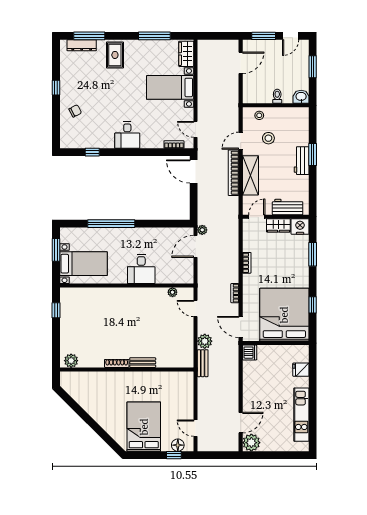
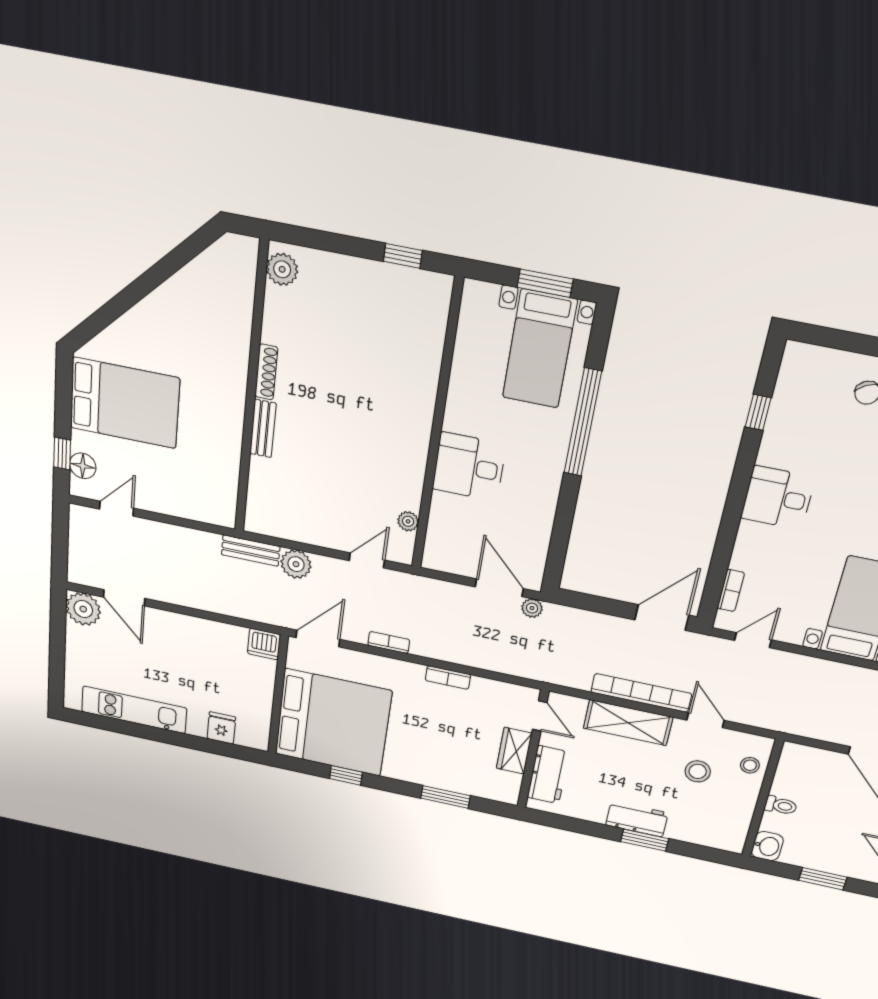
nightstand: (300, 226) -> (505, 788), removed
bed with nightstands: (83, 264) -> (540, 349), moved

